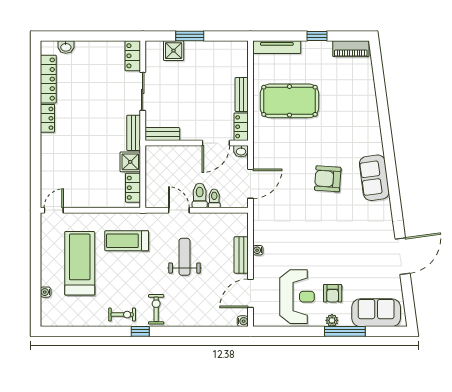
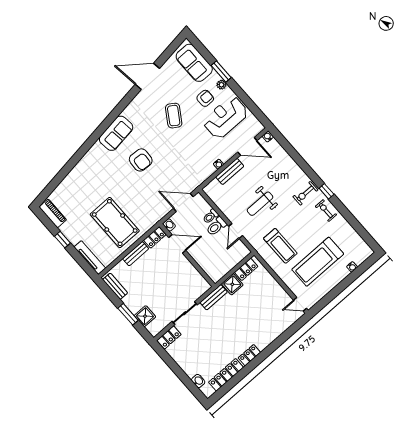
bench: (162, 134) -> (115, 286), moved
coffee table: (343, 248) -> (174, 116), added
window: (345, 331) -> (221, 72), width x0.69

